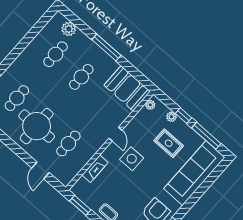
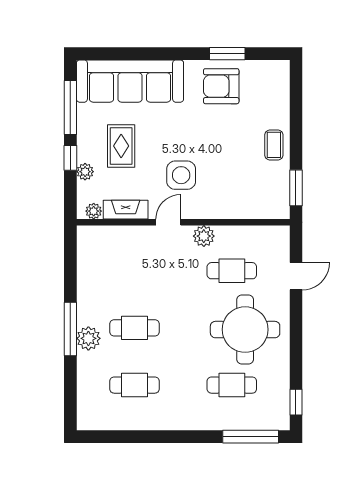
plant: (69, 29) -> (88, 338), moved
booth: (127, 88) -> (98, 258), removed
plant: (95, 145) -> (204, 236), added
fireplace: (95, 169) -> (126, 210), moved

